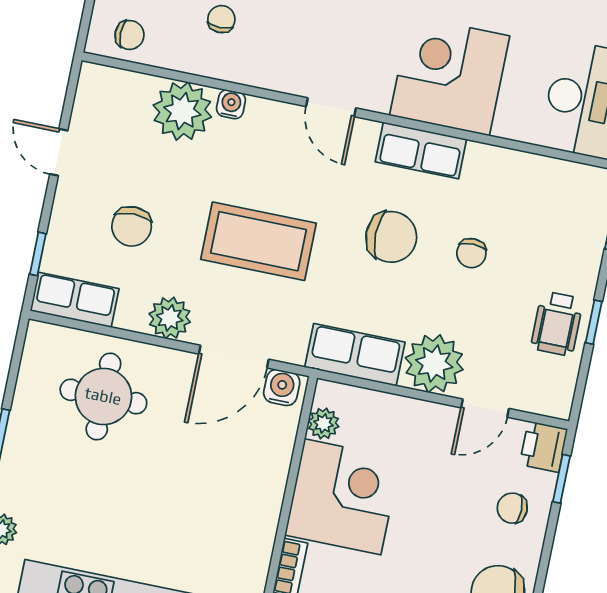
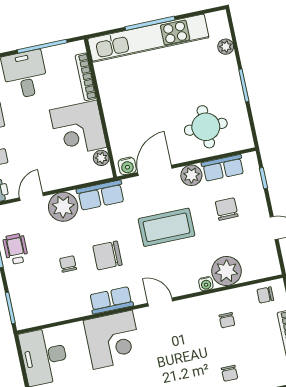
row of seats: (75, 300) -> (223, 168), moved

